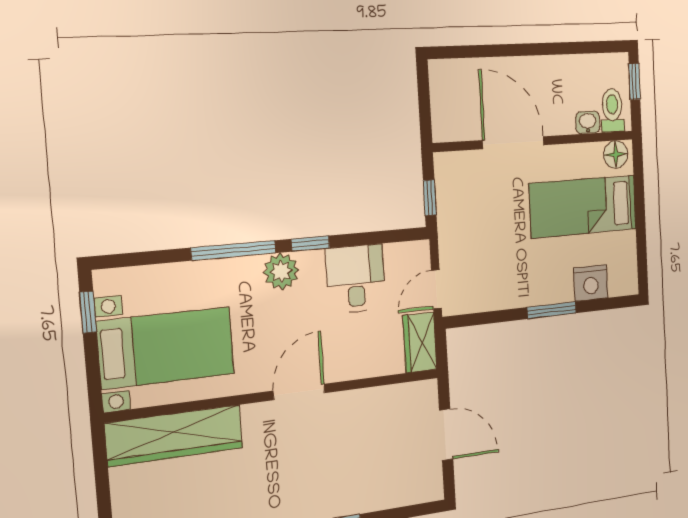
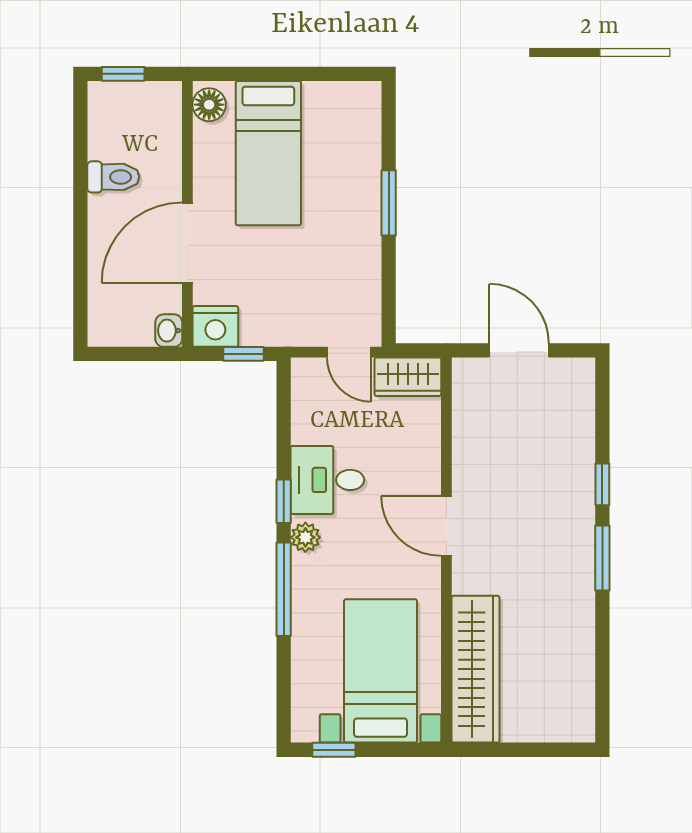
toilet: (612, 110) -> (113, 177), moved, turned 180
washbasin: (588, 122) -> (169, 331), moved
plant: (281, 271) -> (305, 537), width x0.73, depth x0.73
desk: (356, 279) -> (327, 480), moved
nightstand: (591, 283) -> (215, 326), moved, turned 90
door: (446, 435) -> (519, 350), hinge flipped

